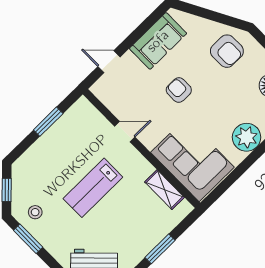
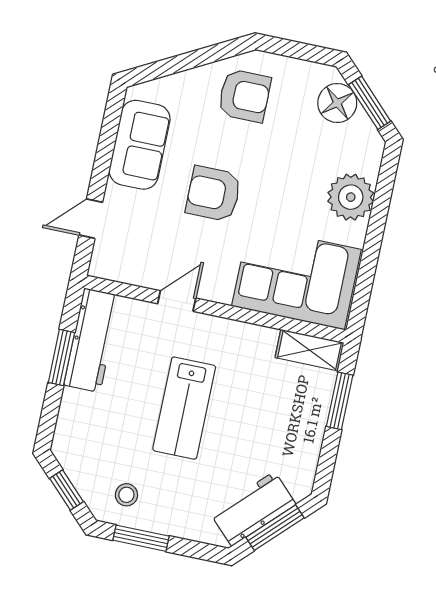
armchair: (179, 90) -> (213, 194), width x1.38, depth x1.38
workbench: (69, 123) -> (92, 340), added
shelving: (164, 190) -> (309, 350), moved
window: (160, 249) -> (340, 401), moved

